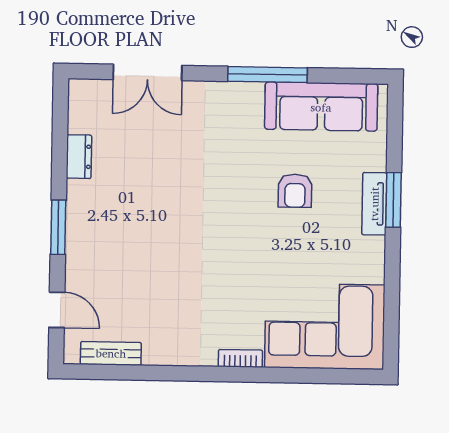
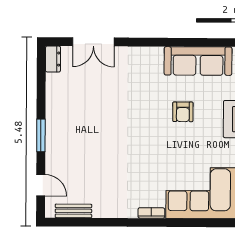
window: (268, 75) -> (166, 42), removed
dresser: (79, 157) -> (53, 59), moved

